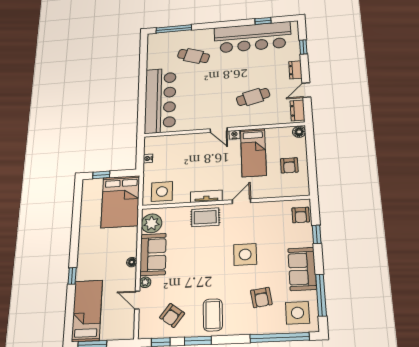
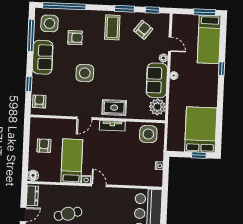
bed: (120, 201) -> (201, 130), moved
armchair: (261, 297) -> (75, 38), turned 98

